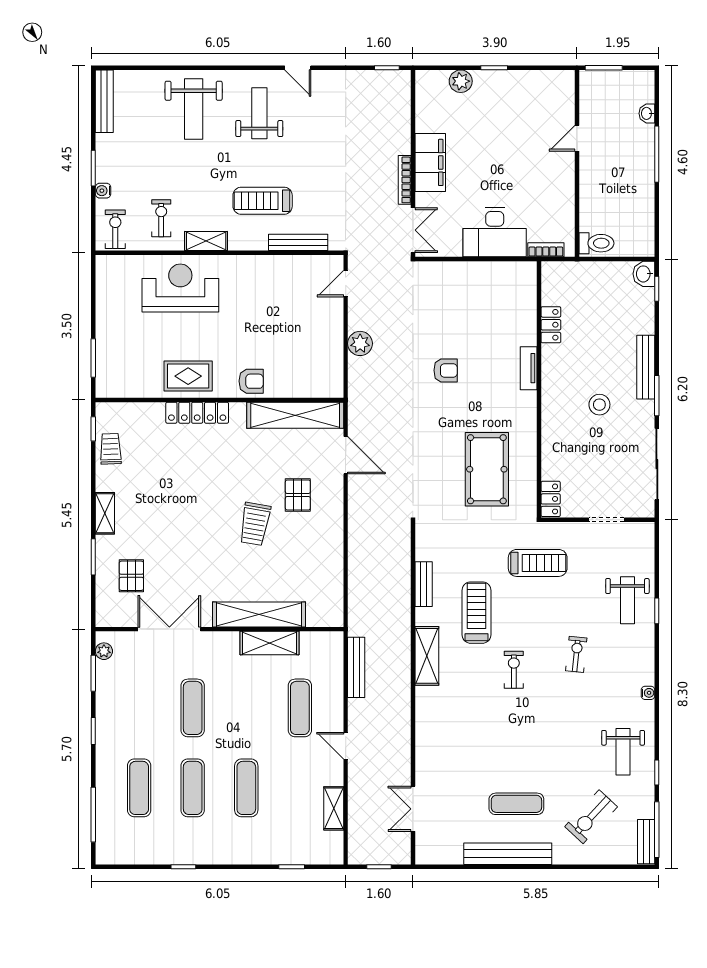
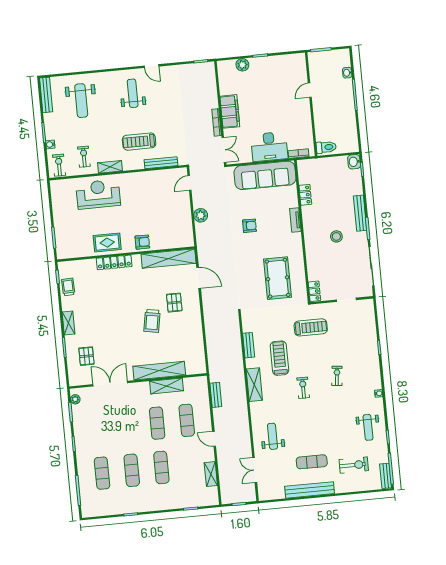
weight bench: (194, 109) -> (81, 101), moved
sofa: (482, 283) -> (265, 175), added
weight bench: (627, 600) -> (272, 436), moved, turned 180
bench: (356, 667) -> (216, 395), width x0.73
exercise mat: (193, 708) -> (157, 423), moved
exercise bike: (591, 817) -> (354, 465), turned -133

